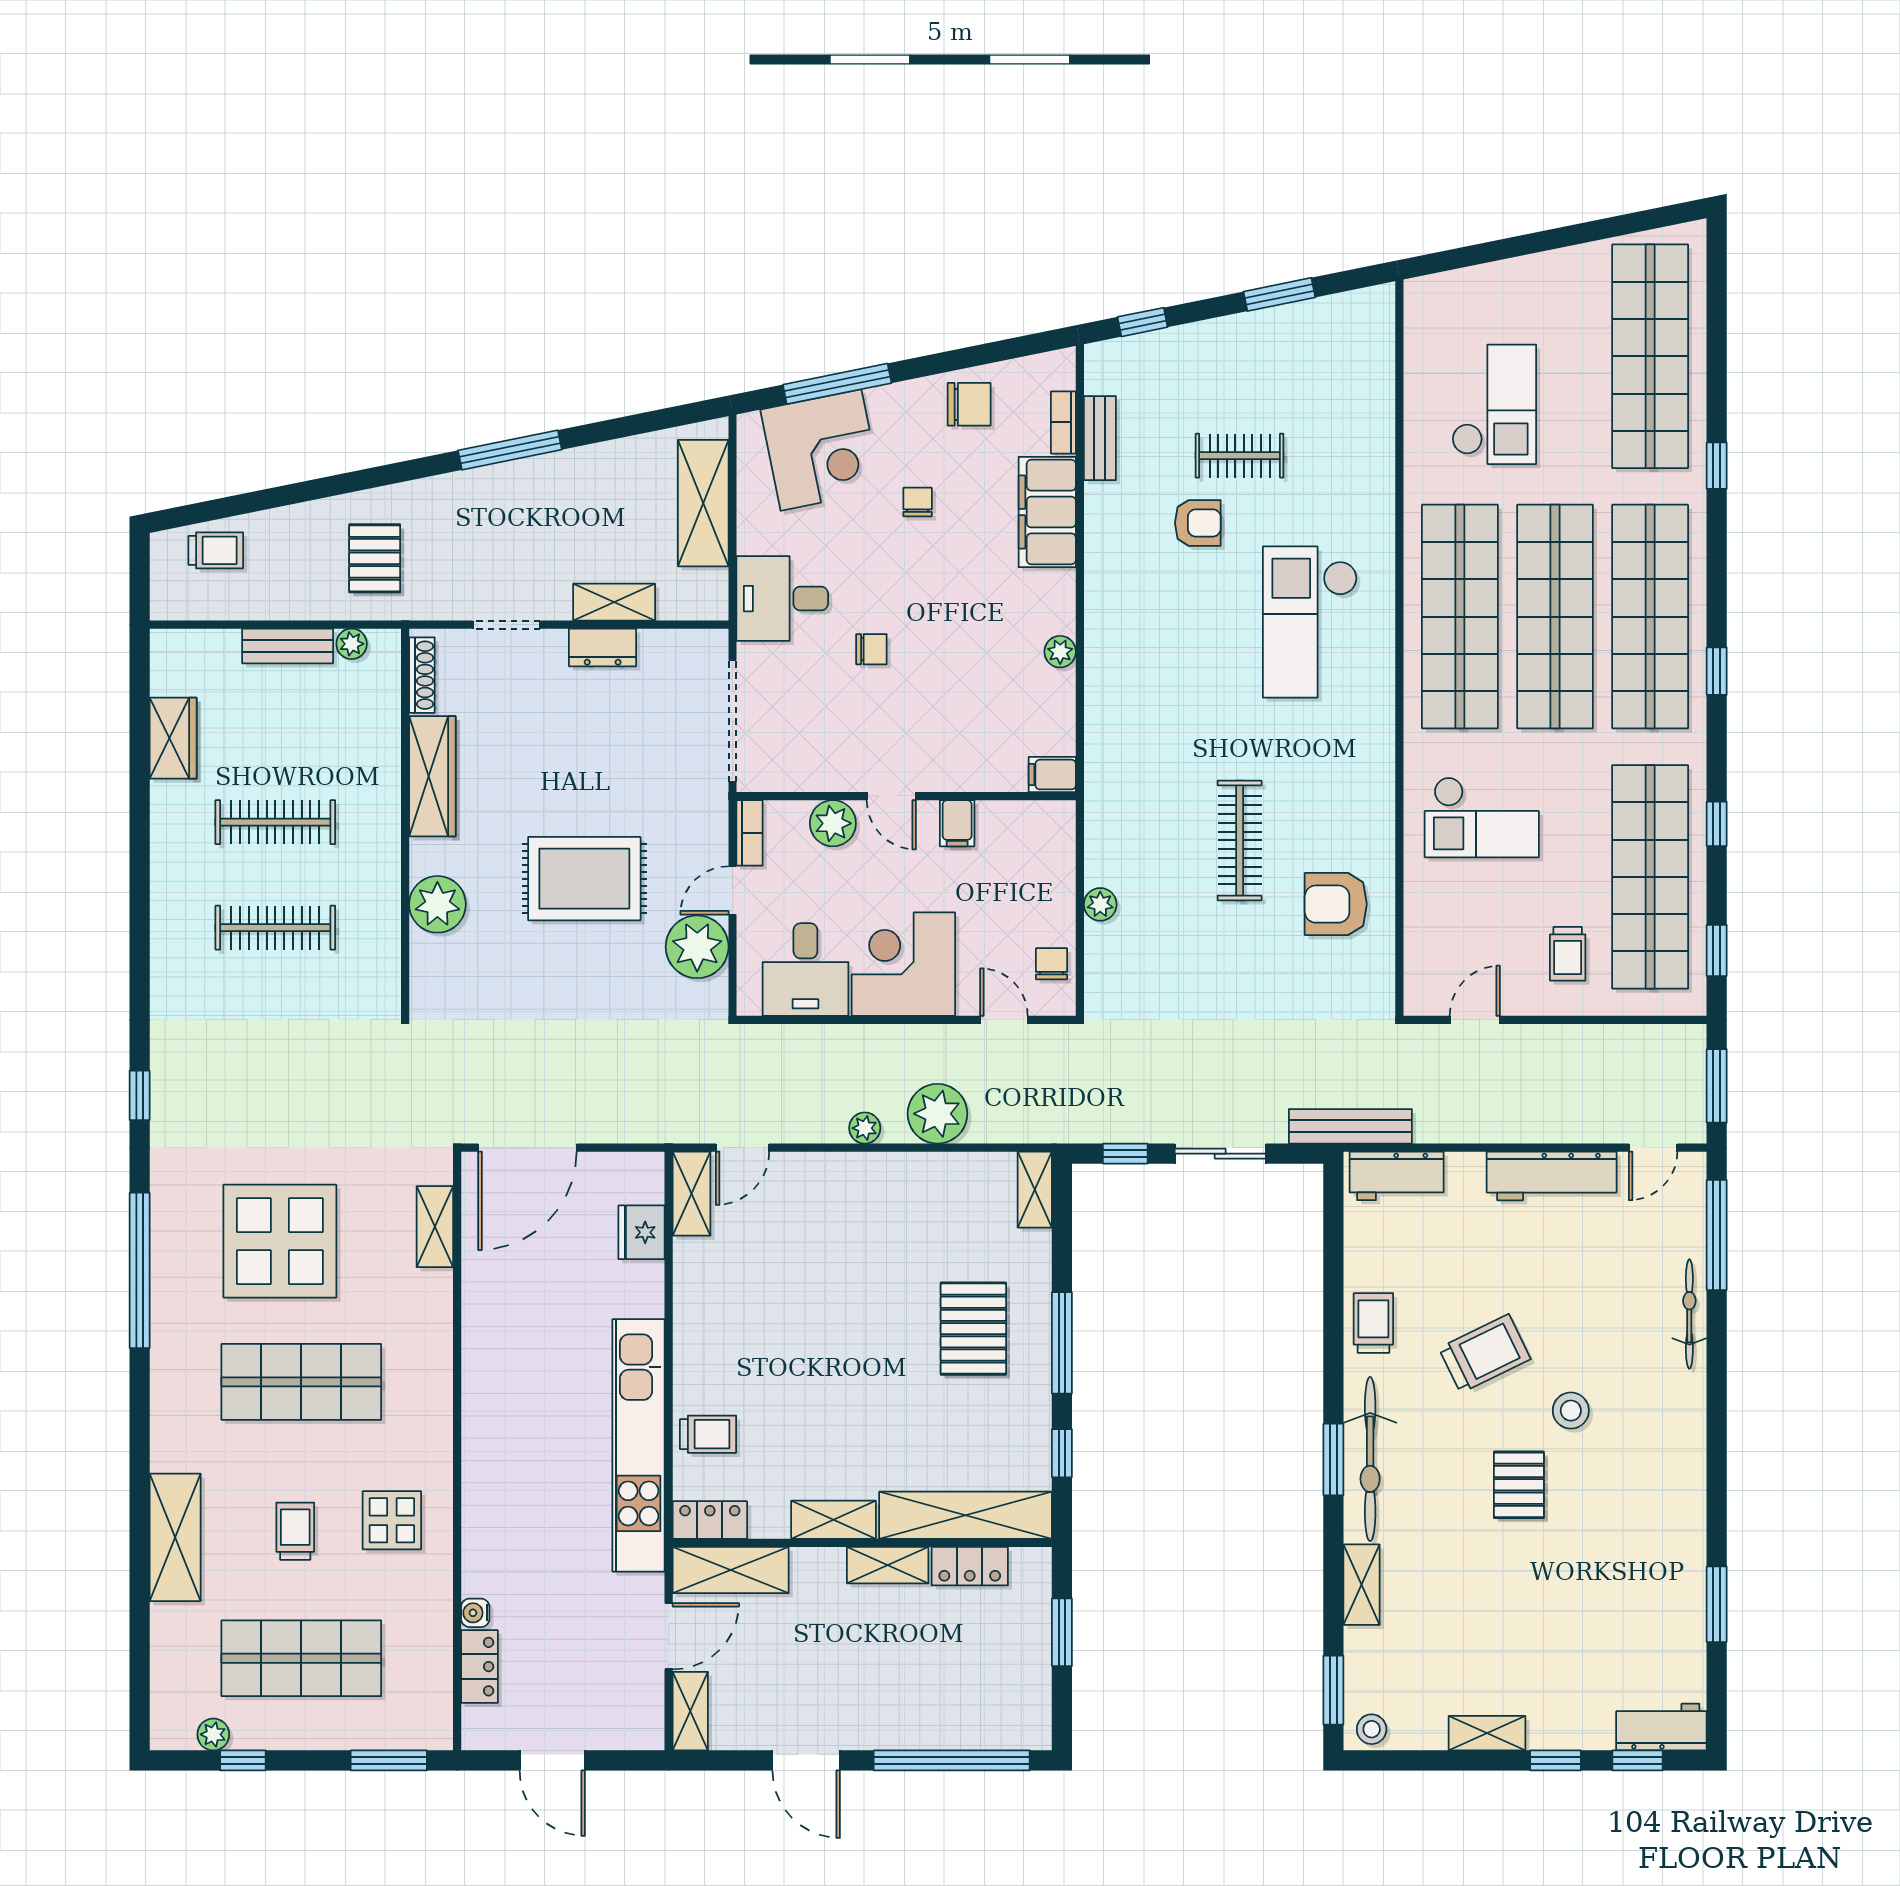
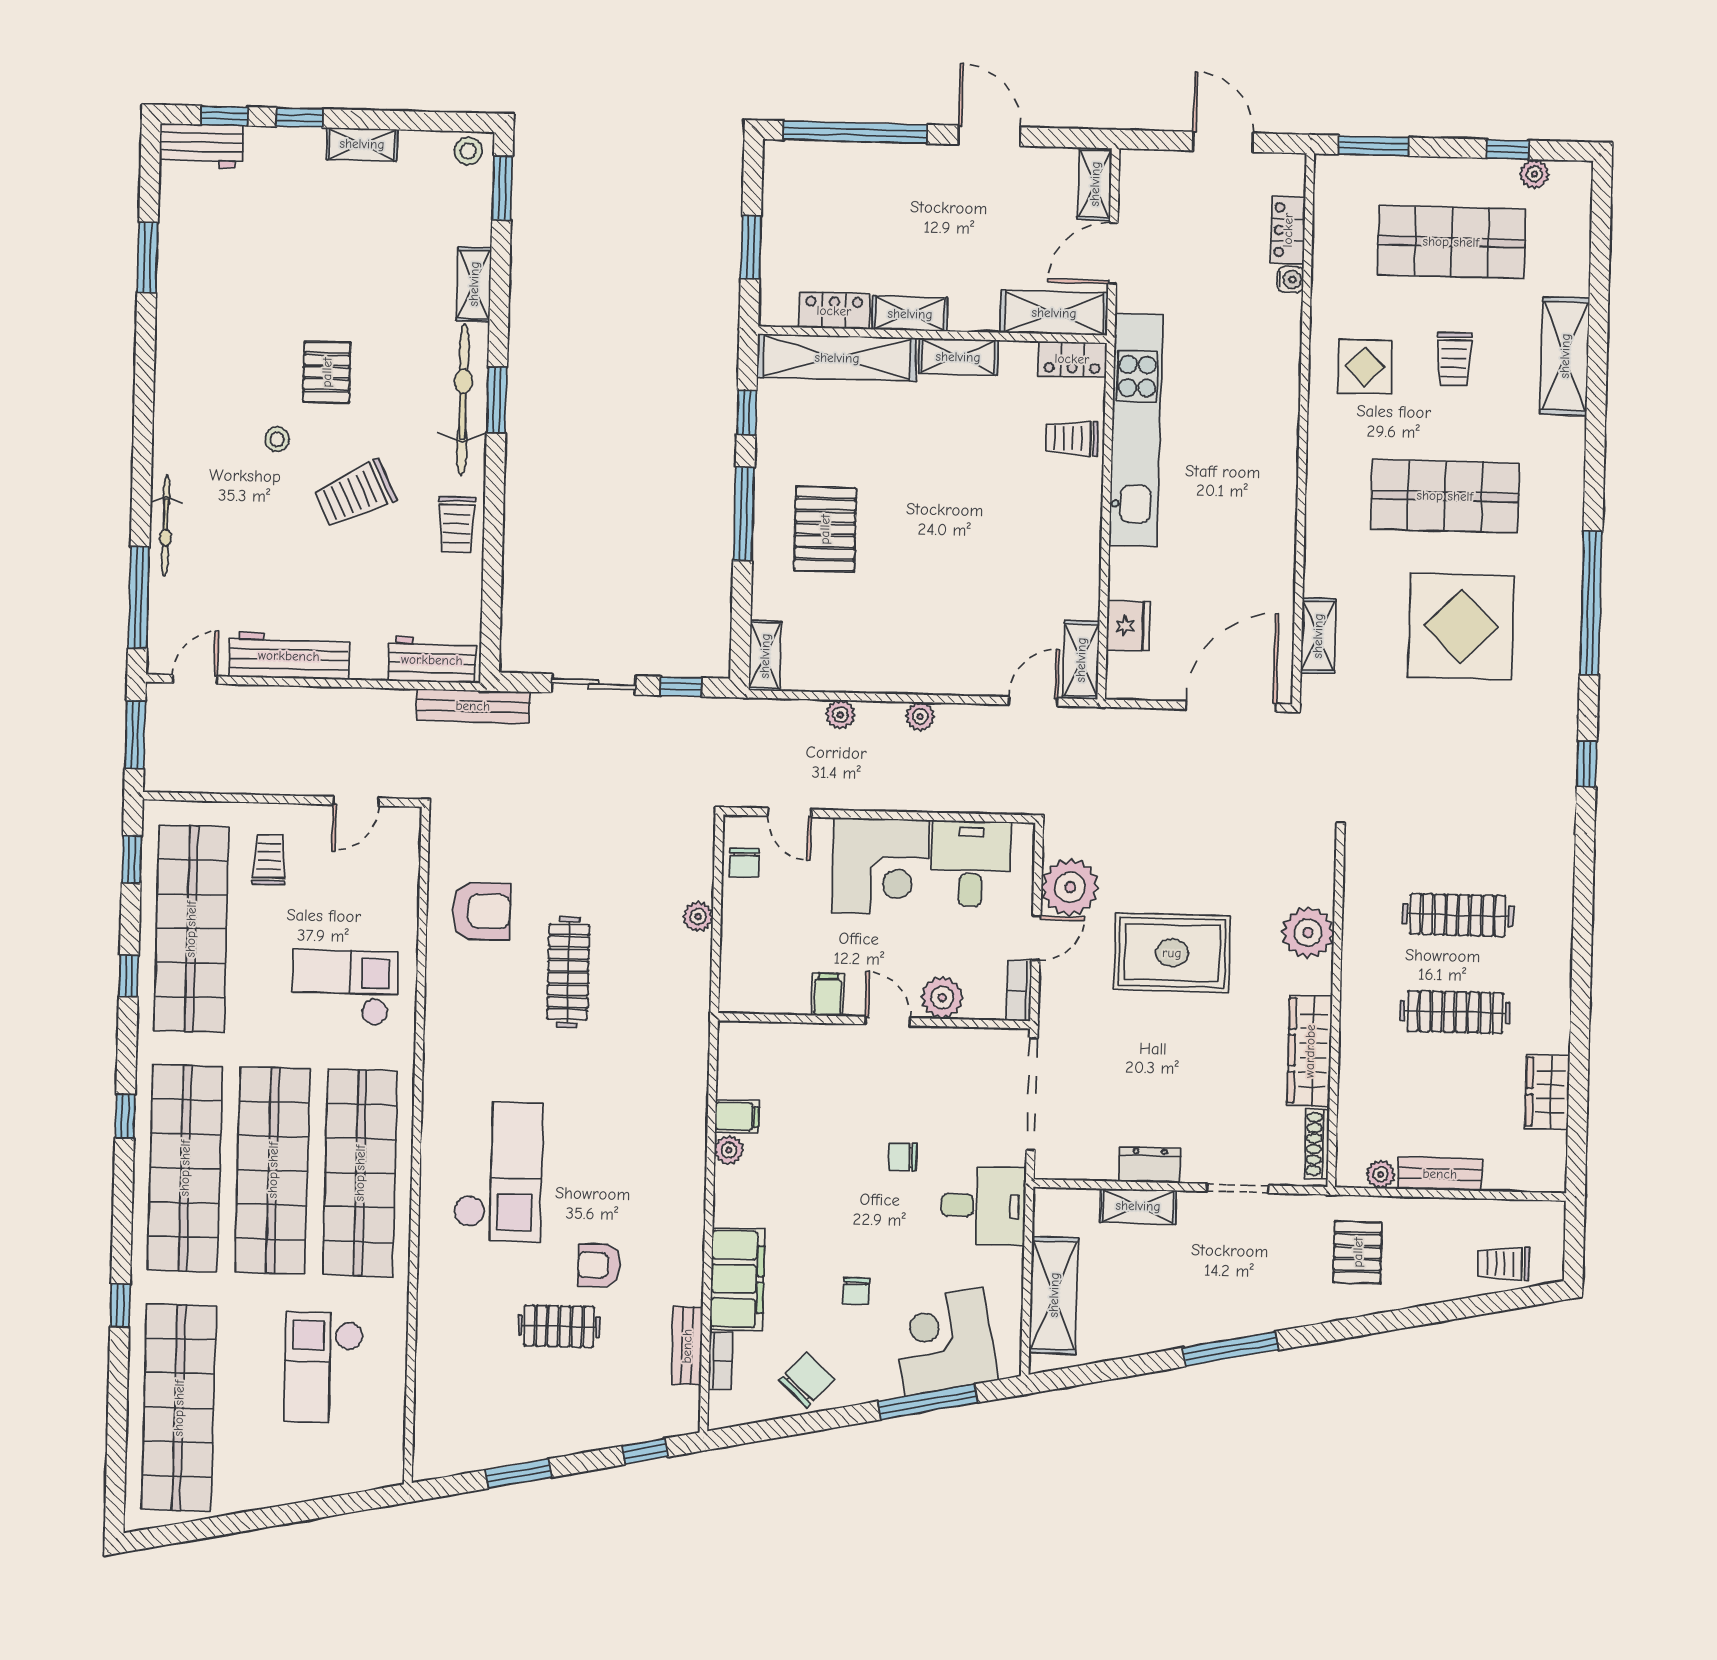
chair: (969, 404) -> (807, 1380), turned 133
filing cabinet: (1052, 775) -> (737, 1116), moved
plant: (937, 1114) -> (840, 715), width x0.53, depth x0.53
stool: (1571, 1411) -> (277, 439), width x0.73, depth x0.73

